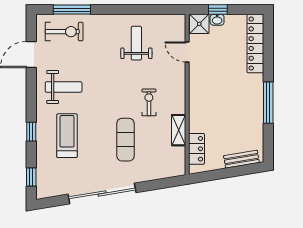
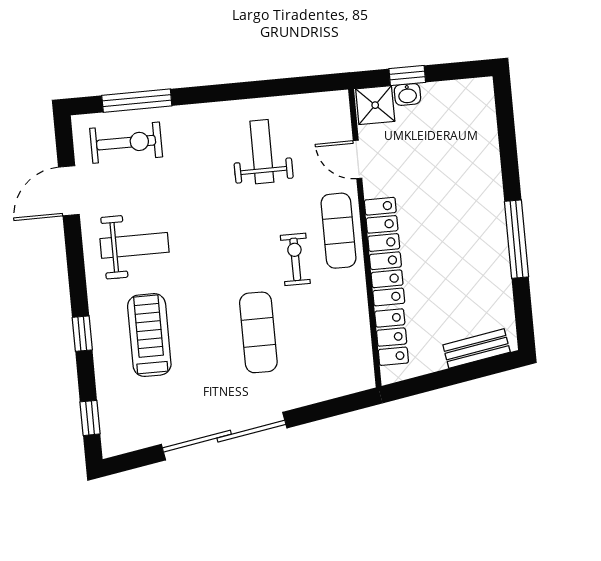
locker: (255, 44) -> (385, 252), moved, turned 180
exercise mat: (173, 89) -> (338, 231), added
shelving: (179, 130) -> (355, 305), removed

